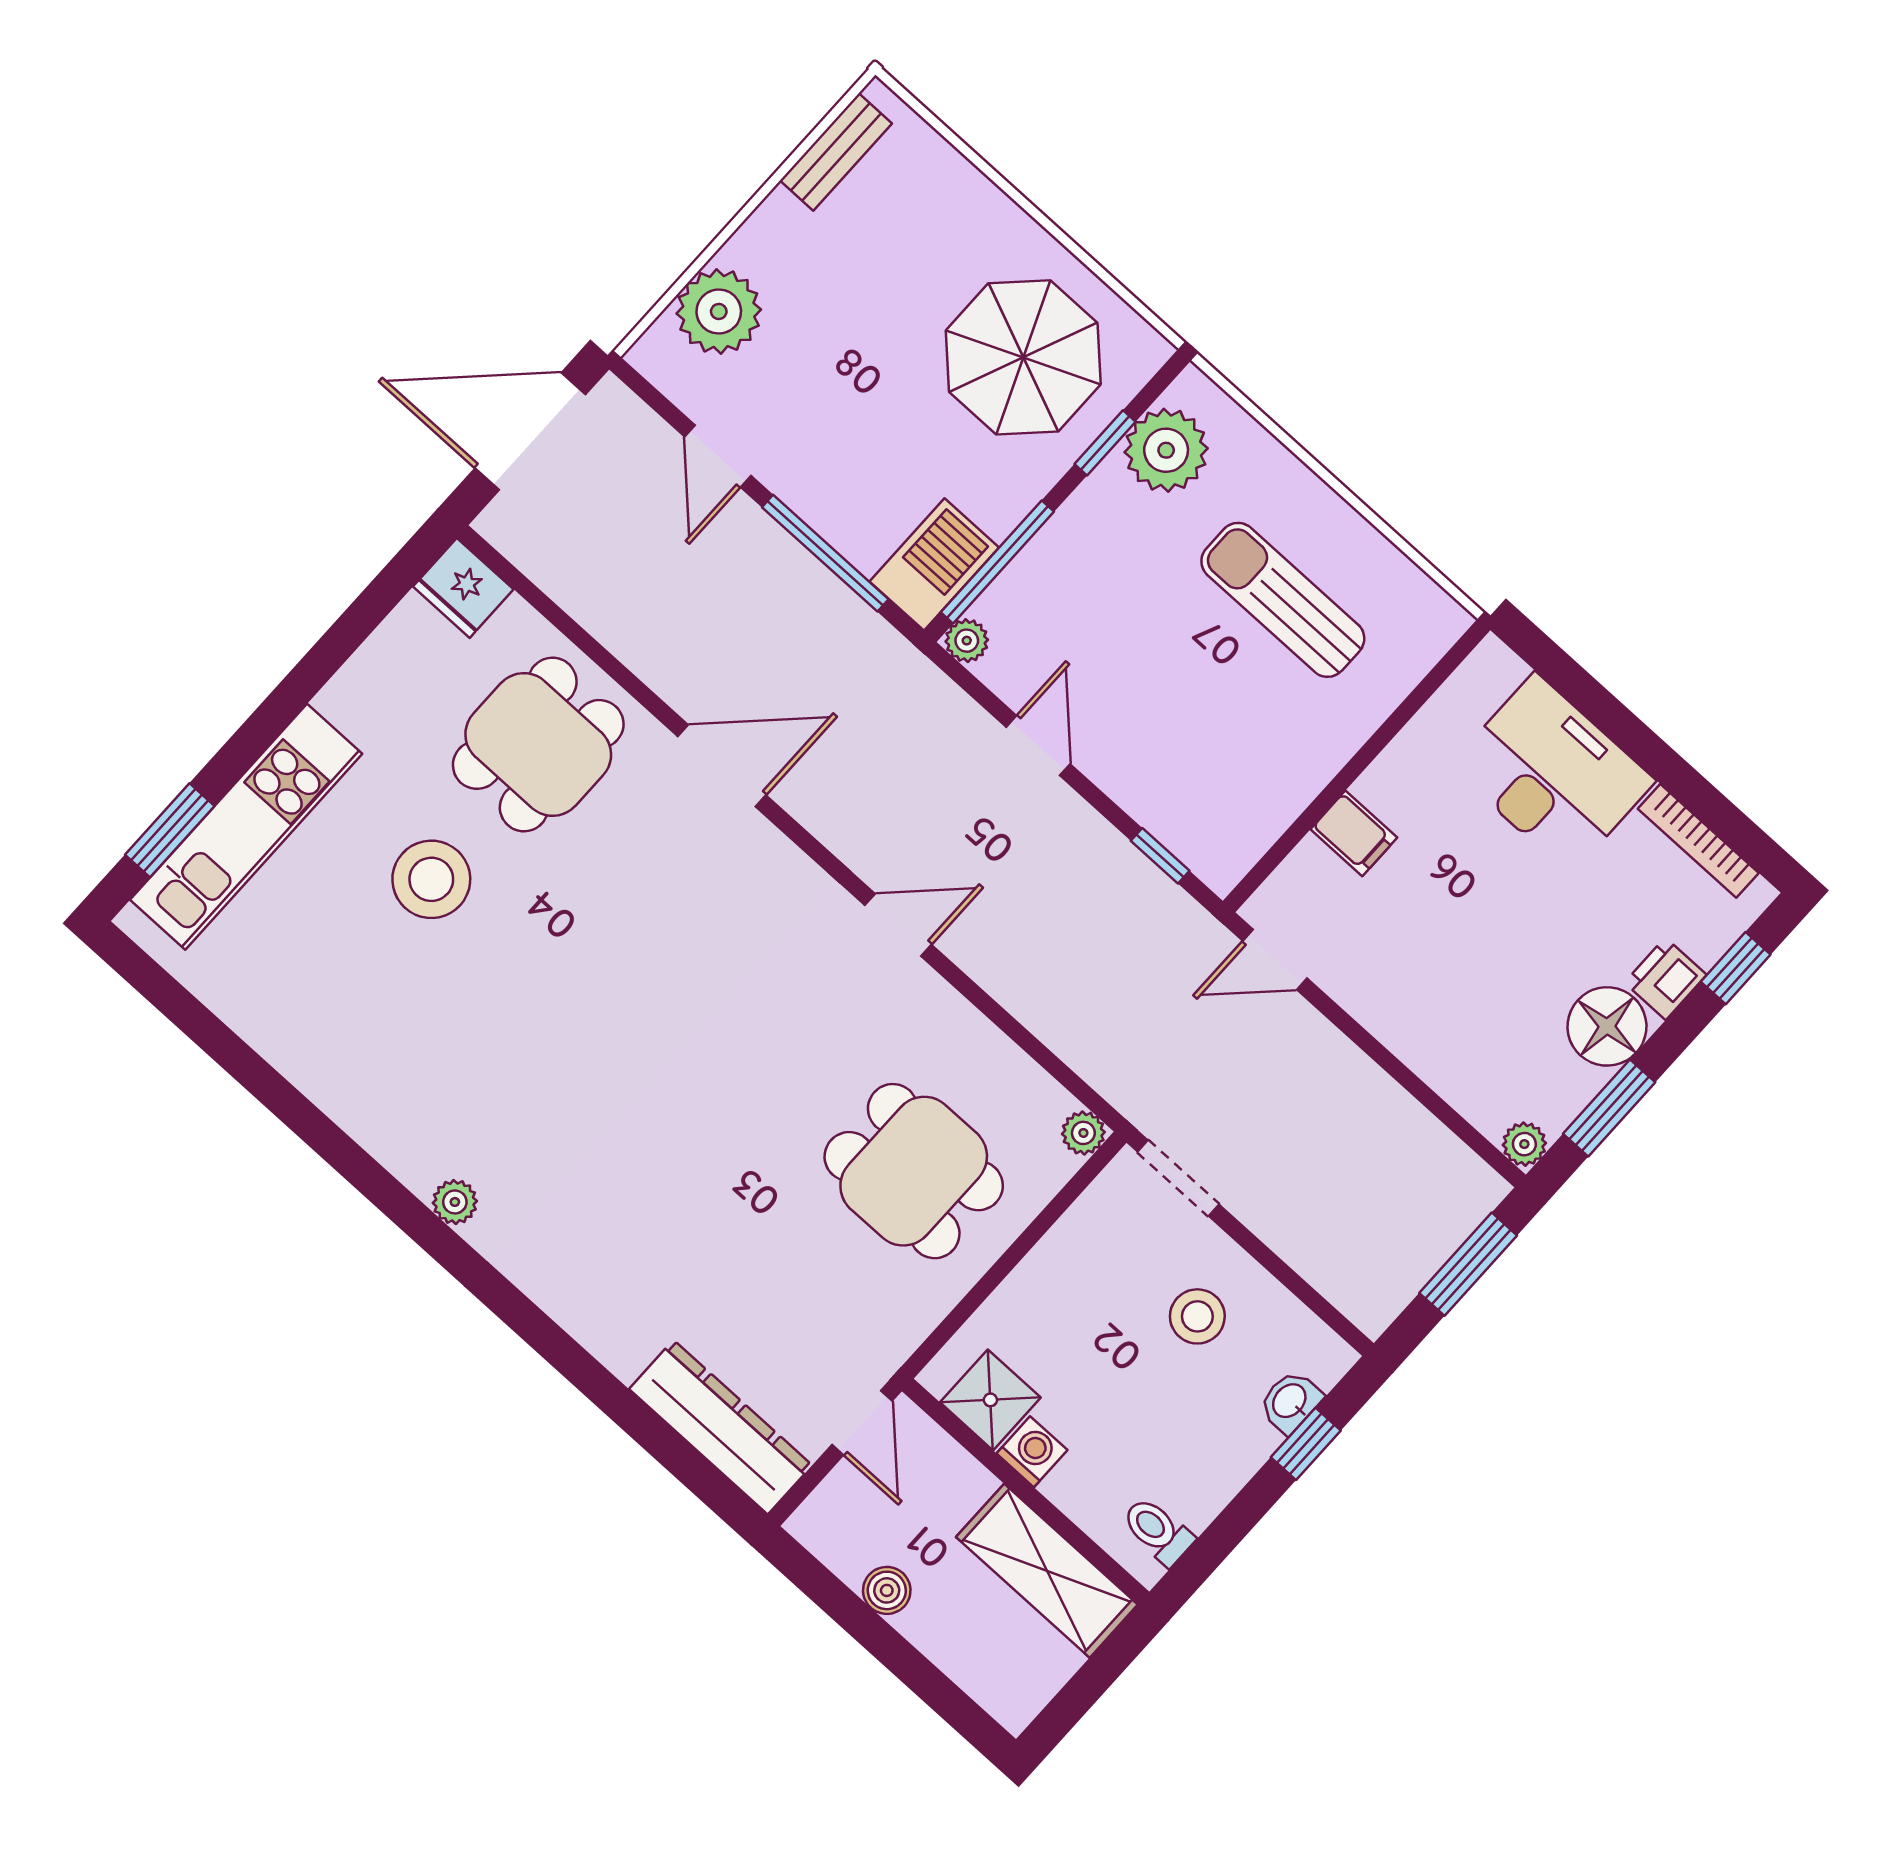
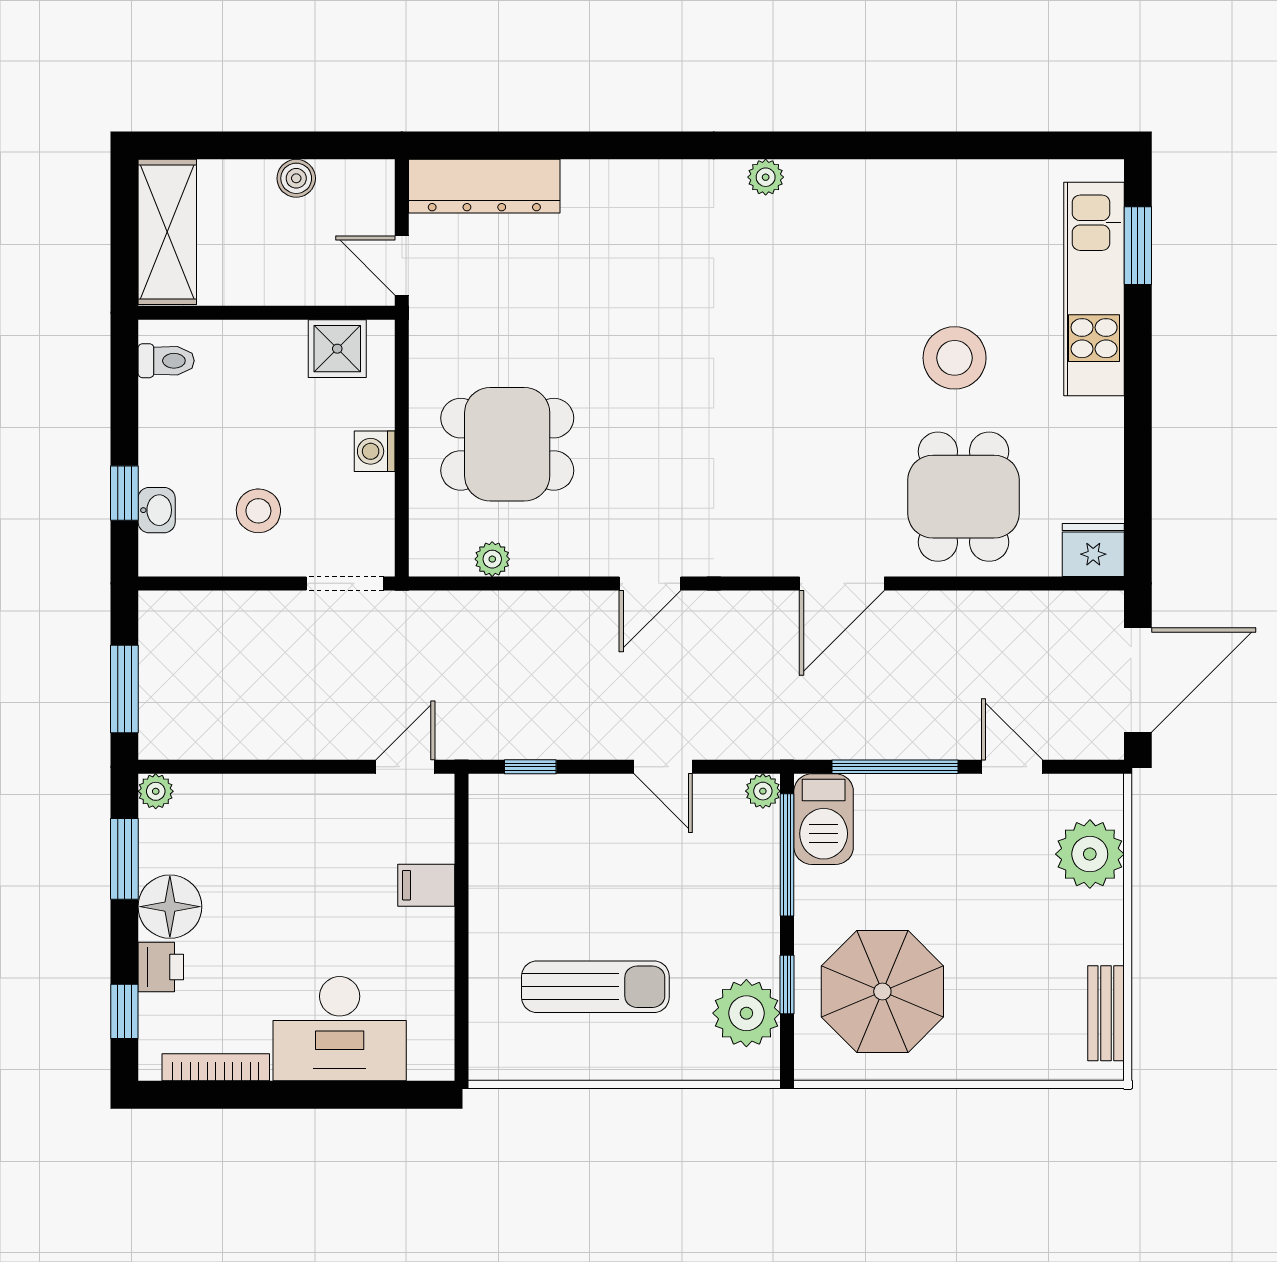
plant: (1083, 1133) -> (492, 559), moved
washing machine: (1032, 1452) -> (375, 451), moved, turned 90
shelving: (1047, 1571) -> (167, 232), moved, turned 90

